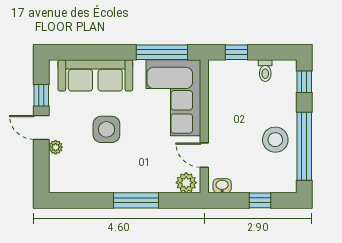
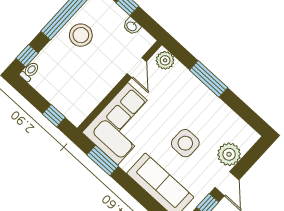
window: (162, 52) -> (103, 161), width x0.69
toilet: (265, 71) -> (30, 71), moved
plant: (56, 147) -> (229, 154), width x1.88, depth x1.88
washbasin: (222, 186) -> (132, 26), moved

